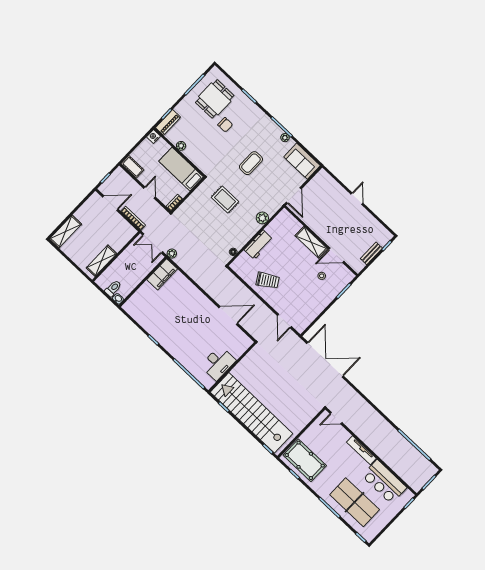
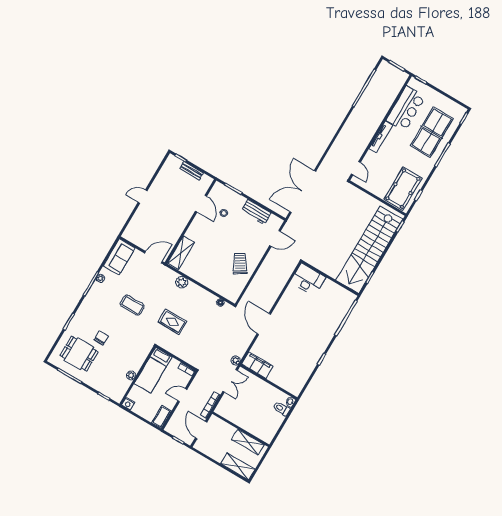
piano: (168, 122) -> (112, 393), removed
rug: (225, 199) -> (172, 322), turned 90
shelving: (311, 242) -> (181, 253), moved
workbench: (259, 245) -> (256, 212), moved, turned 180
wall: (116, 256) -> (241, 429), moved
shelving: (102, 261) -> (248, 442), moved
door: (228, 316) -> (264, 324), moved
desk: (218, 363) -> (308, 280), moved

